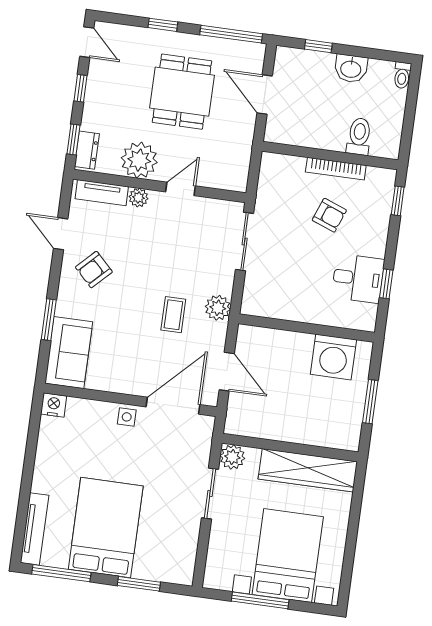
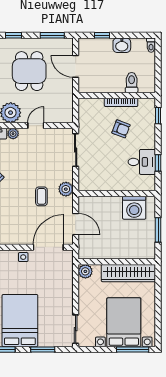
window: (231, 34) -> (52, 35), width x0.69
sliding door: (210, 493) -> (76, 329), moved
window: (260, 600) -> (133, 349), moved

